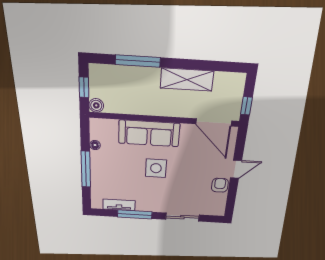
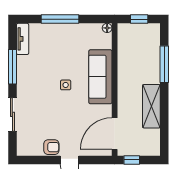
boiler: (96, 105) -> (124, 30), removed
floor lamp: (95, 145) -> (107, 28), moved
side table: (156, 168) -> (66, 85), width x0.54, depth x0.54
tv unit: (119, 205) -> (23, 39), moved

